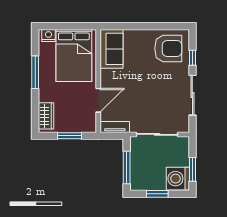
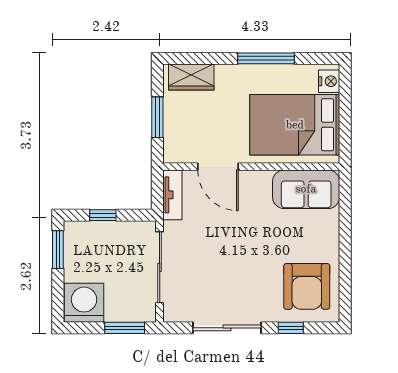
window: (127, 168) -> (103, 215), width x0.46
window: (192, 169) -> (125, 328), moved
window: (157, 194) -> (58, 250), moved

